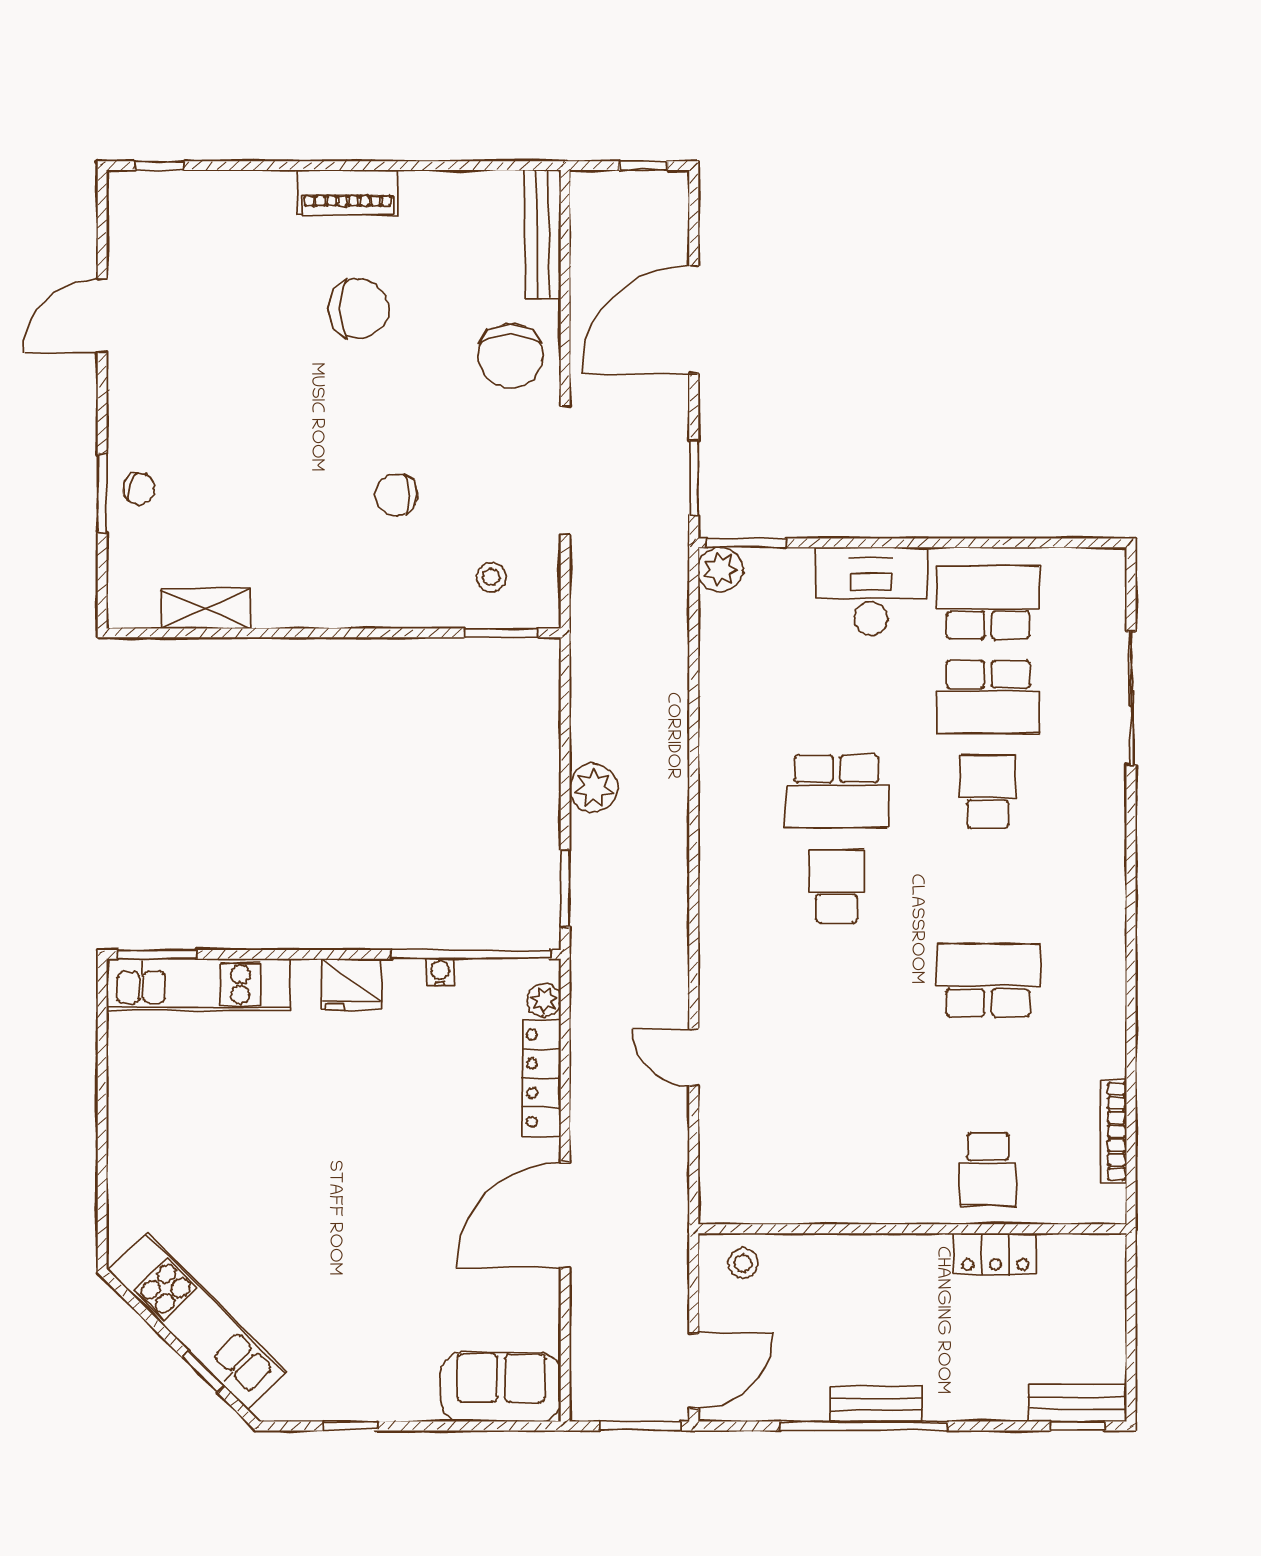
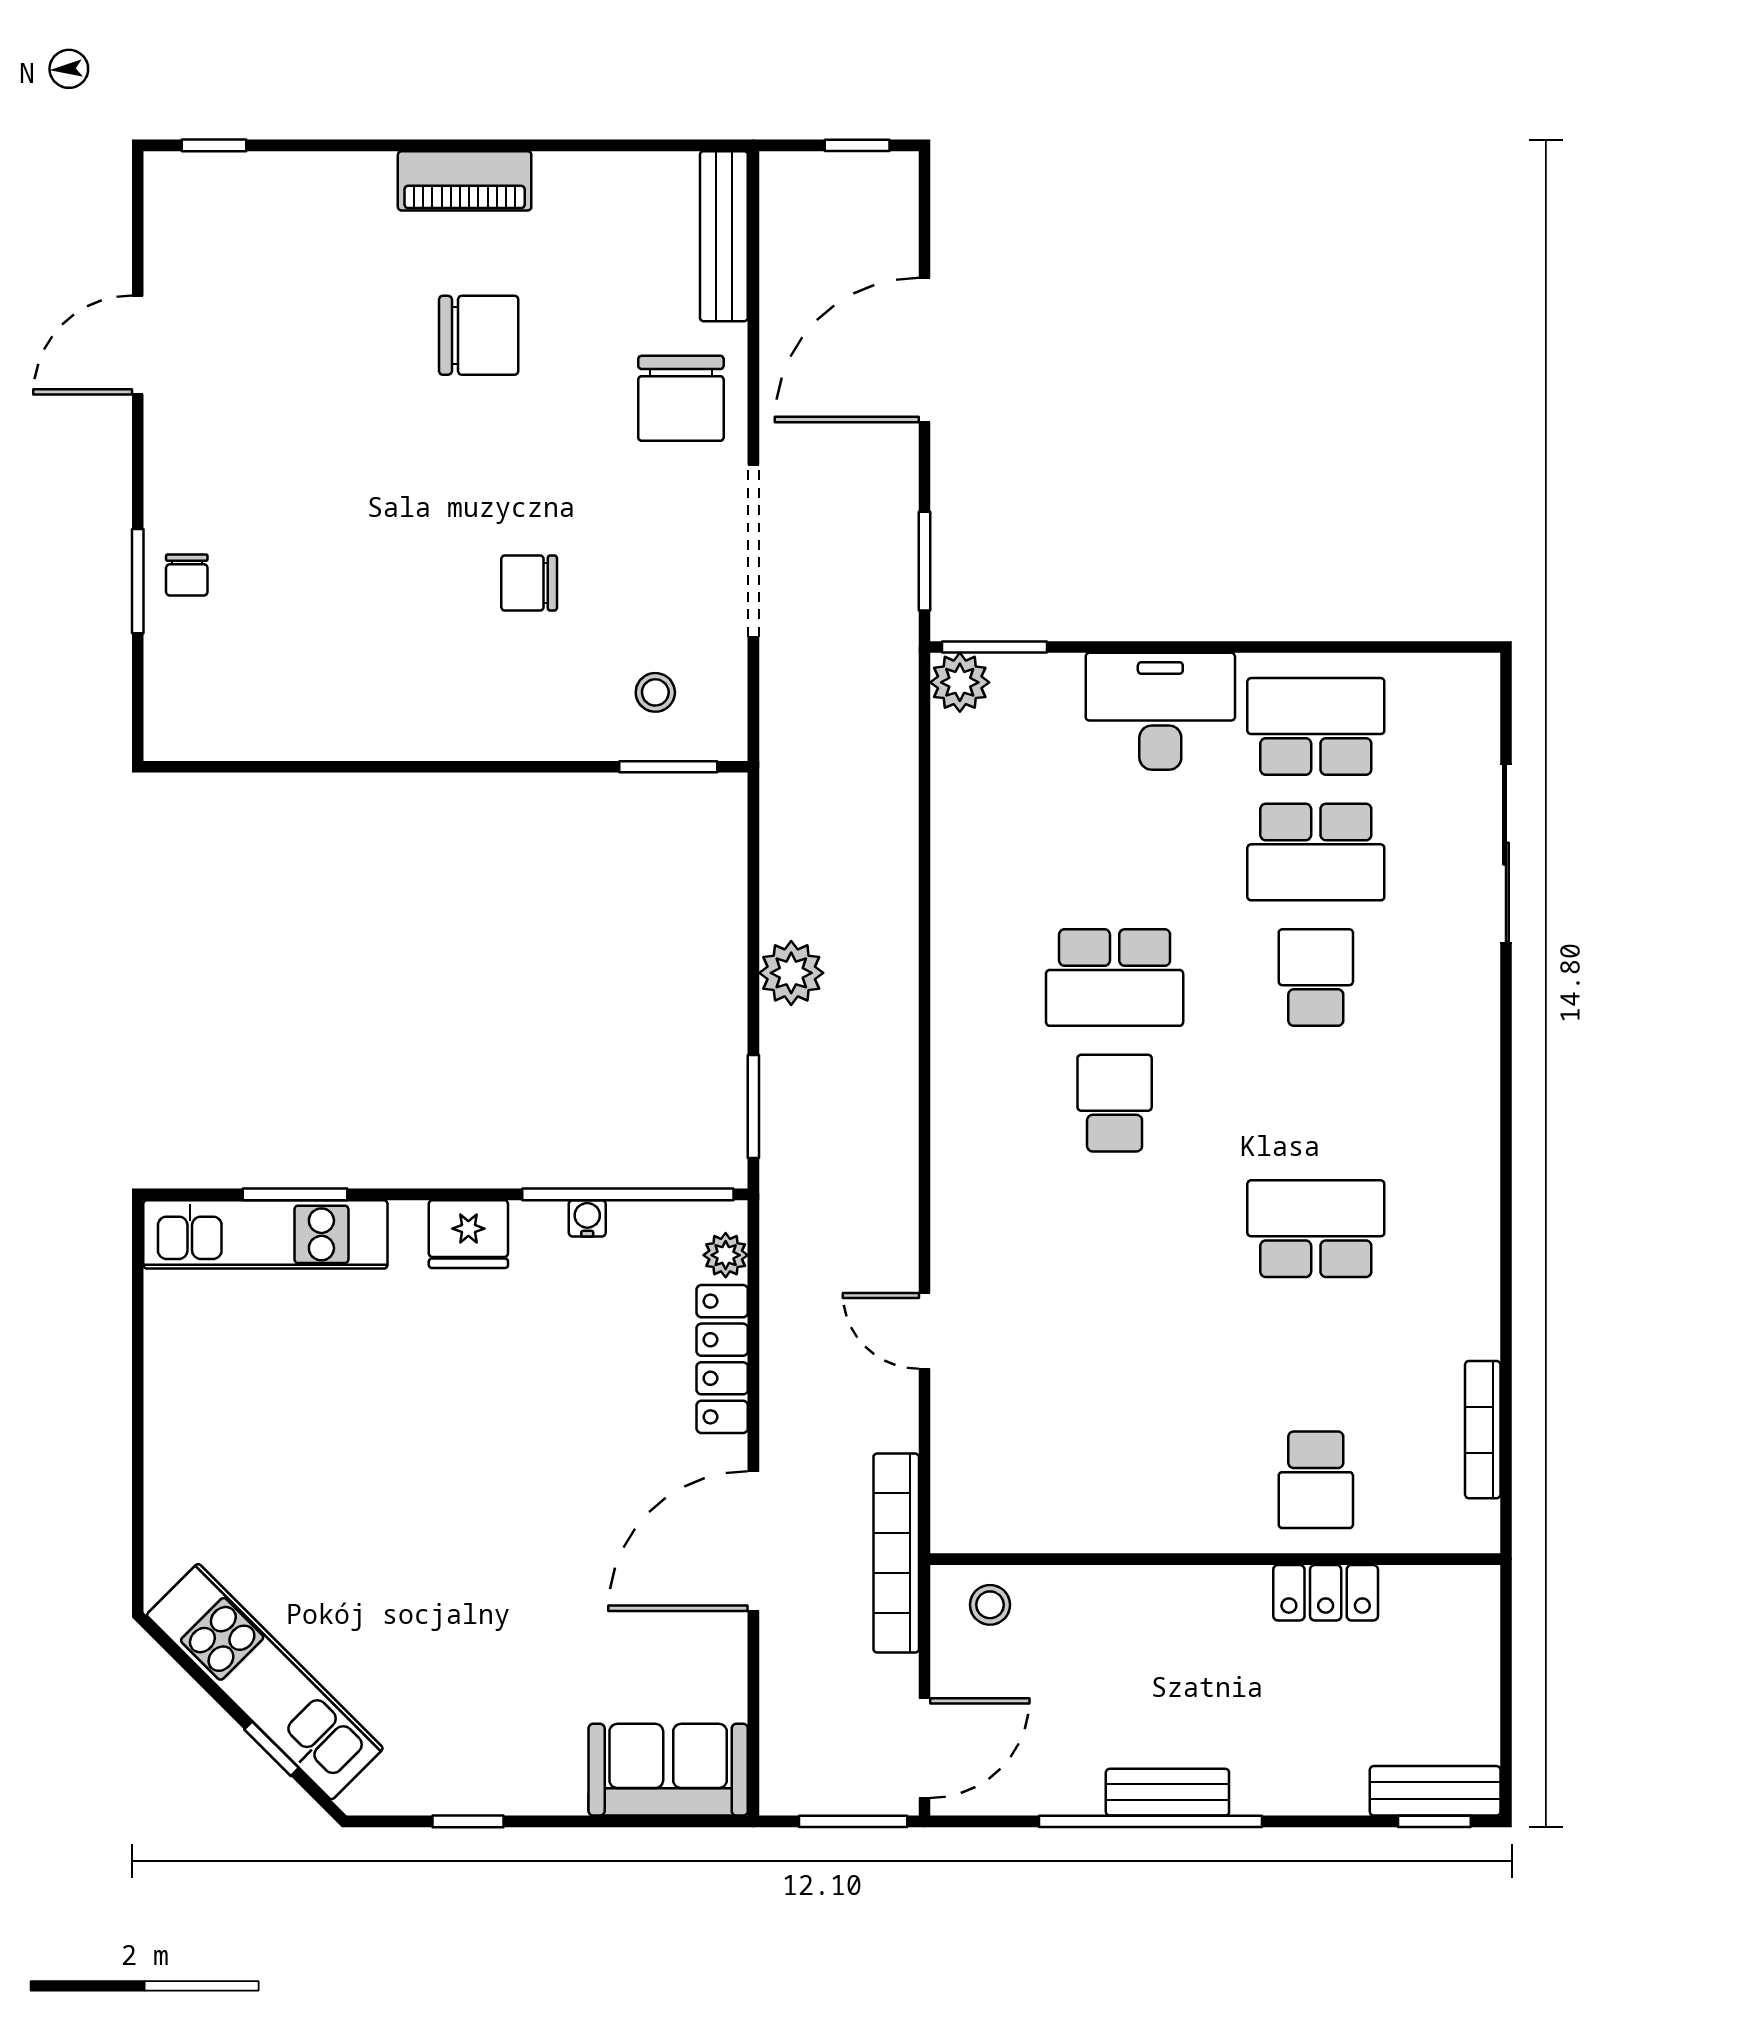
chair: (139, 489) -> (187, 575), turned 70
shelving: (206, 609) -> (276, 734), removed
window: (157, 954) -> (295, 1194), moved
bookcase: (672, 1224) -> (896, 1553), added

